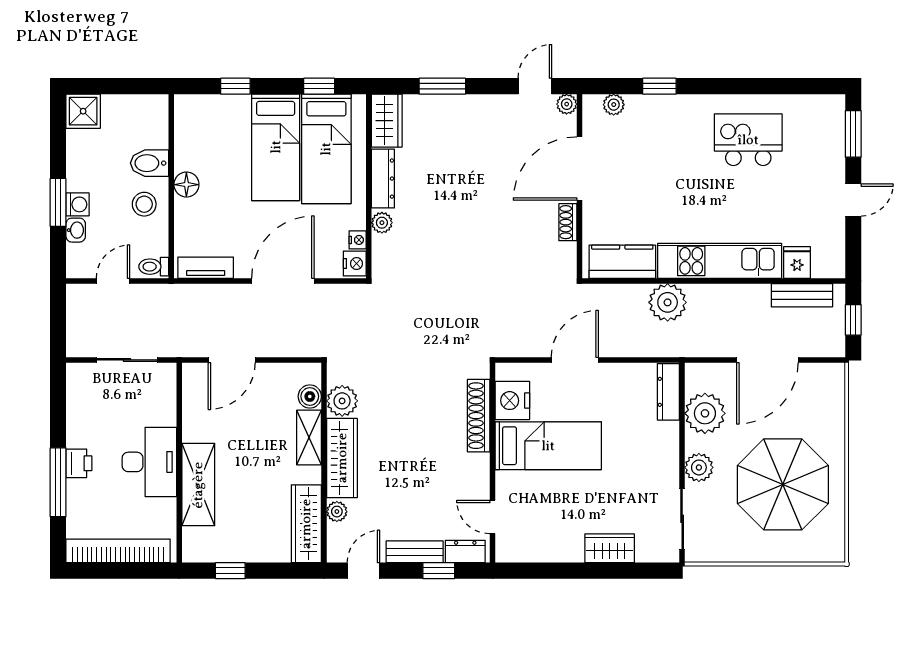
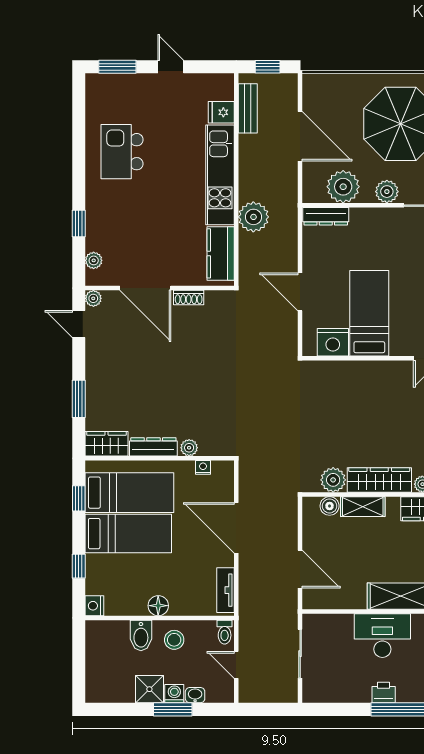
shower: (83, 111) -> (149, 689), moved
nightstand: (355, 264) -> (94, 606), moved, turned -90
shoe rack: (479, 416) -> (345, 370), removed

